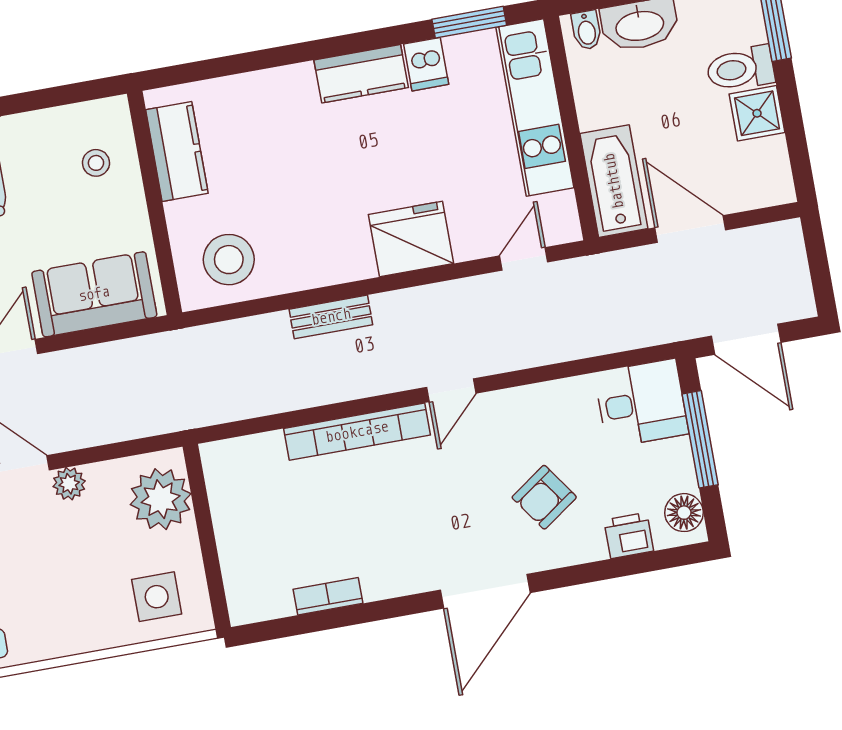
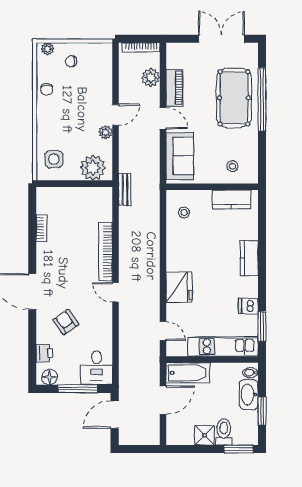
kitchen counter: (361, 74) -> (249, 258), moved
stool: (229, 260) -> (184, 213), width x0.53, depth x0.53
bench: (331, 317) -> (125, 189), moved

